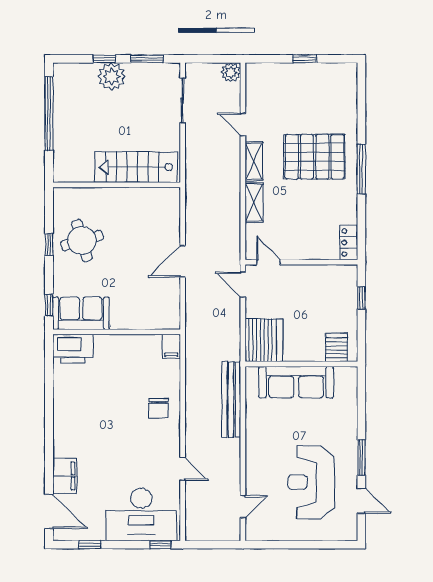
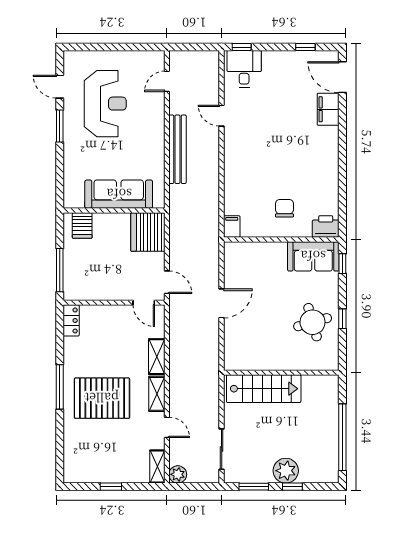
shelving: (253, 81) -> (157, 467), added
window: (361, 298) -> (60, 270), width x2.17
printer: (73, 349) -> (326, 227), width x0.73, depth x0.84
bench: (231, 400) -> (177, 149), moved
chair: (159, 408) -> (285, 208), moved
desk: (141, 515) -> (244, 69), width x0.53, depth x0.77

